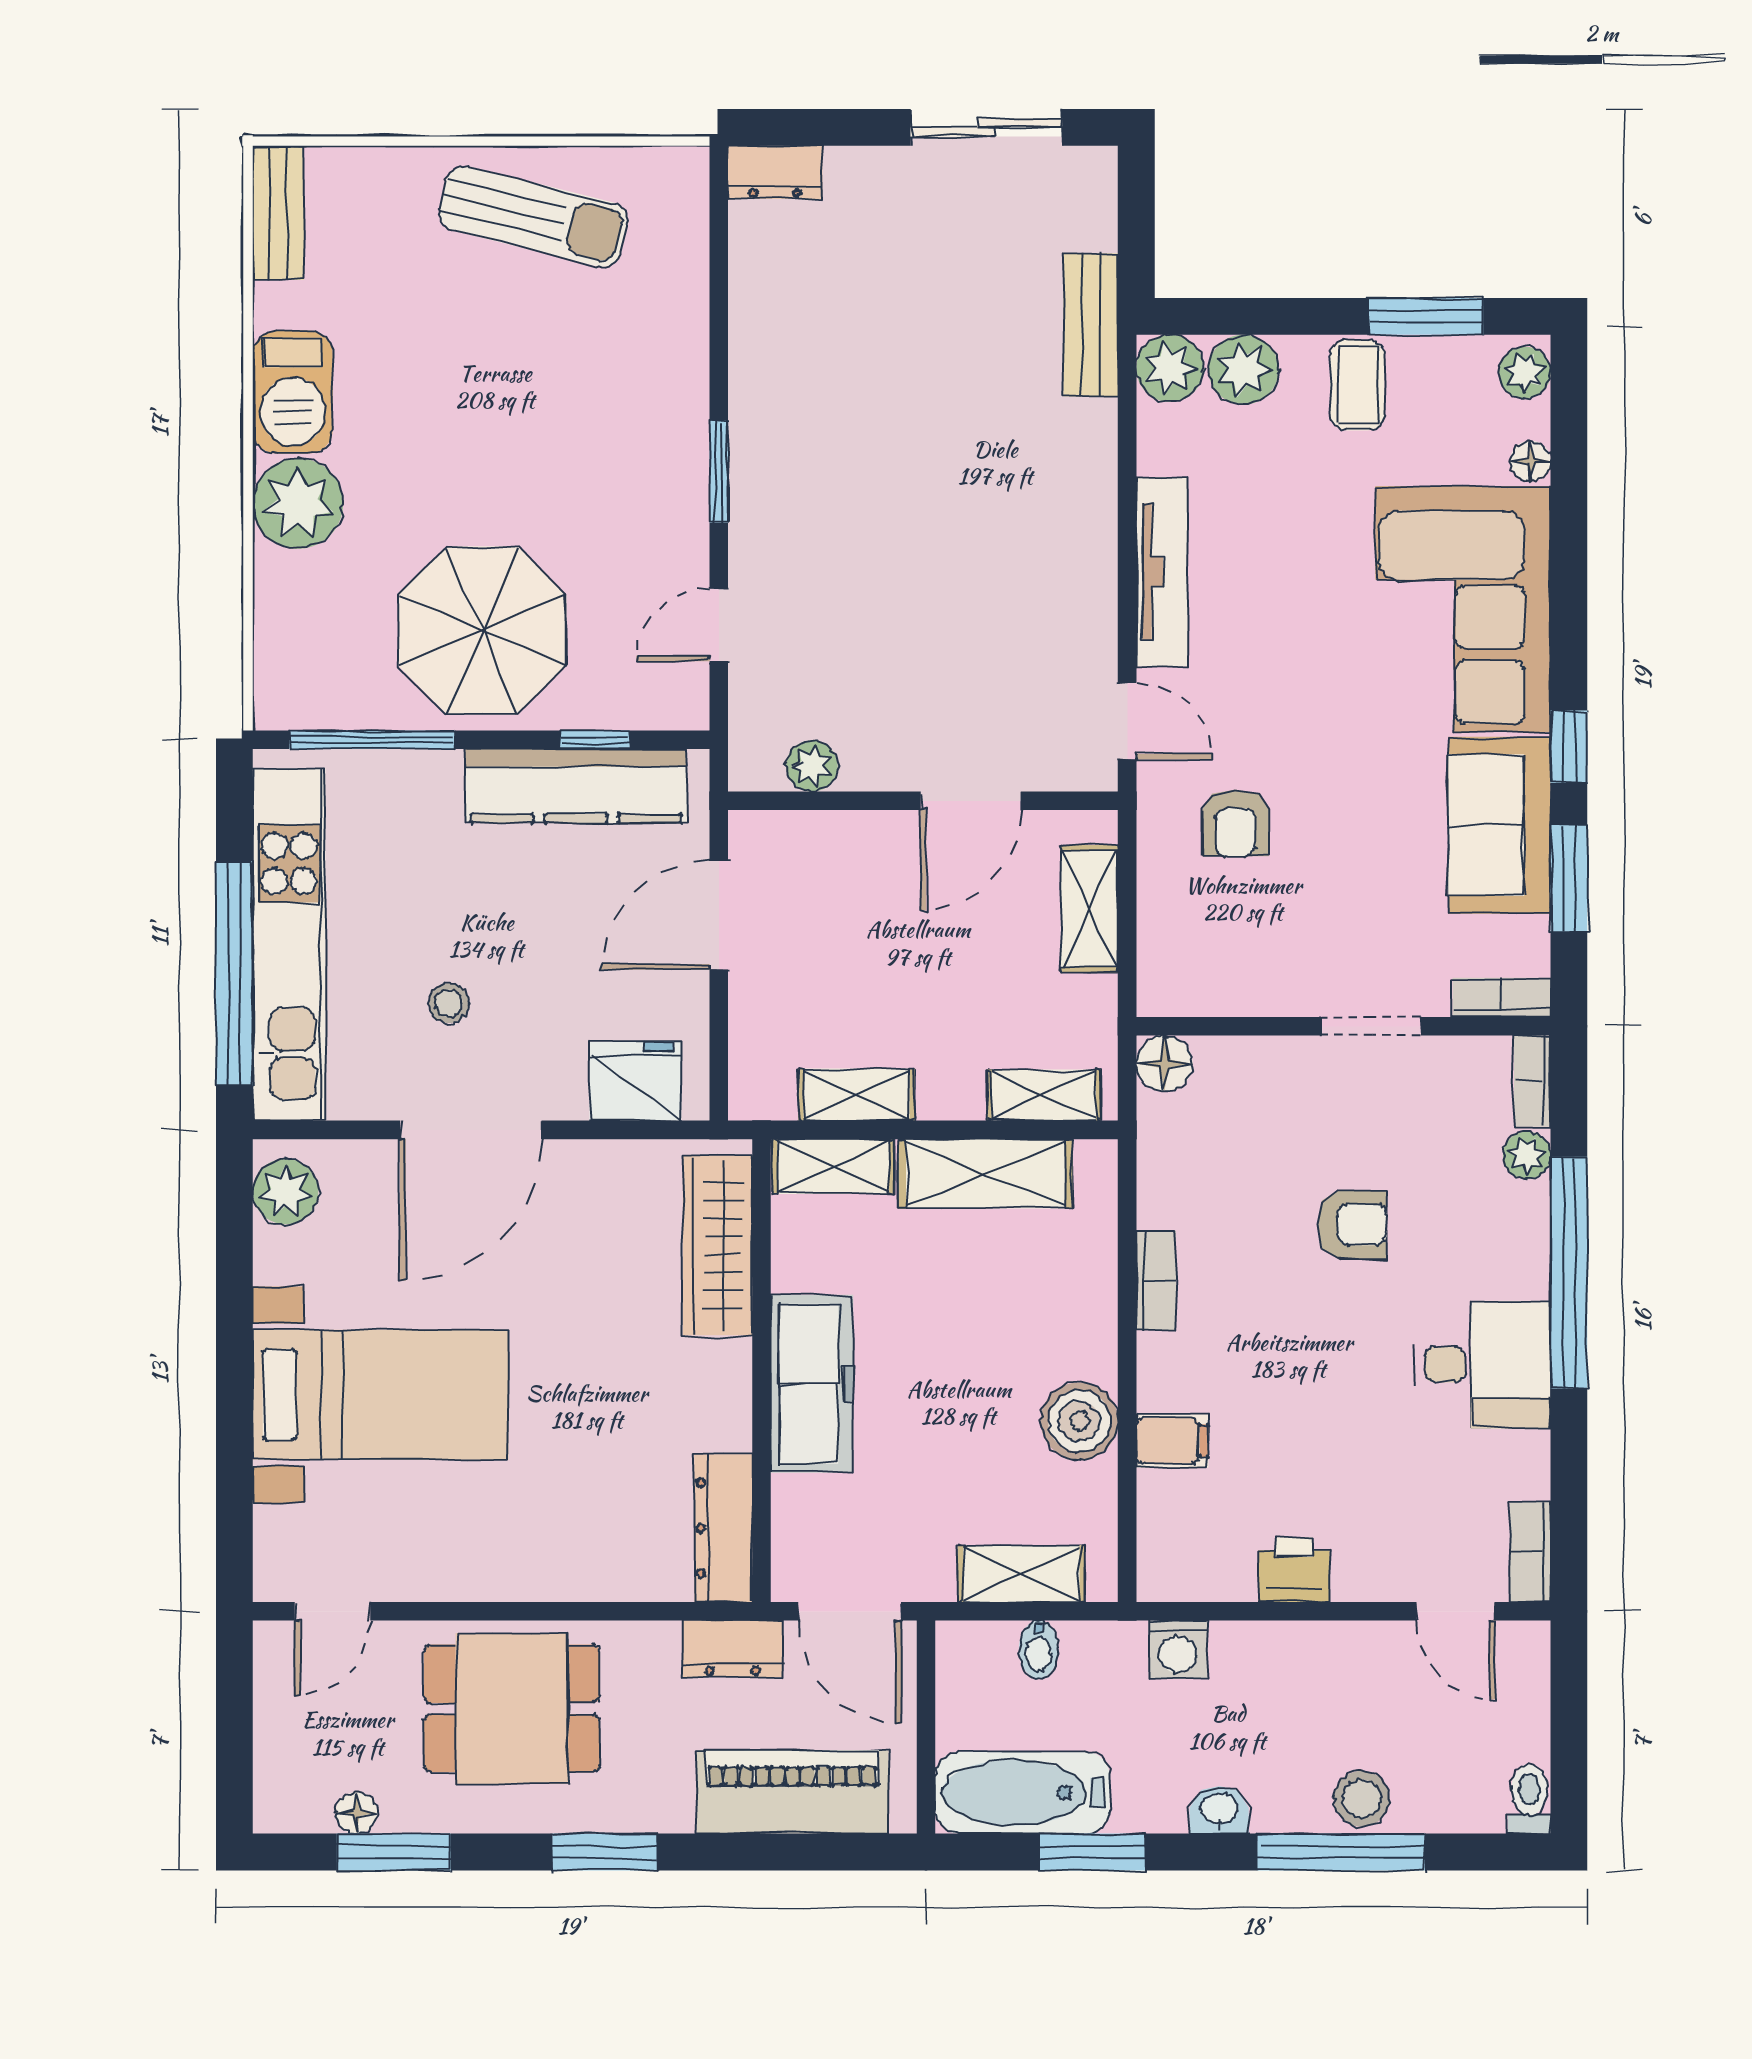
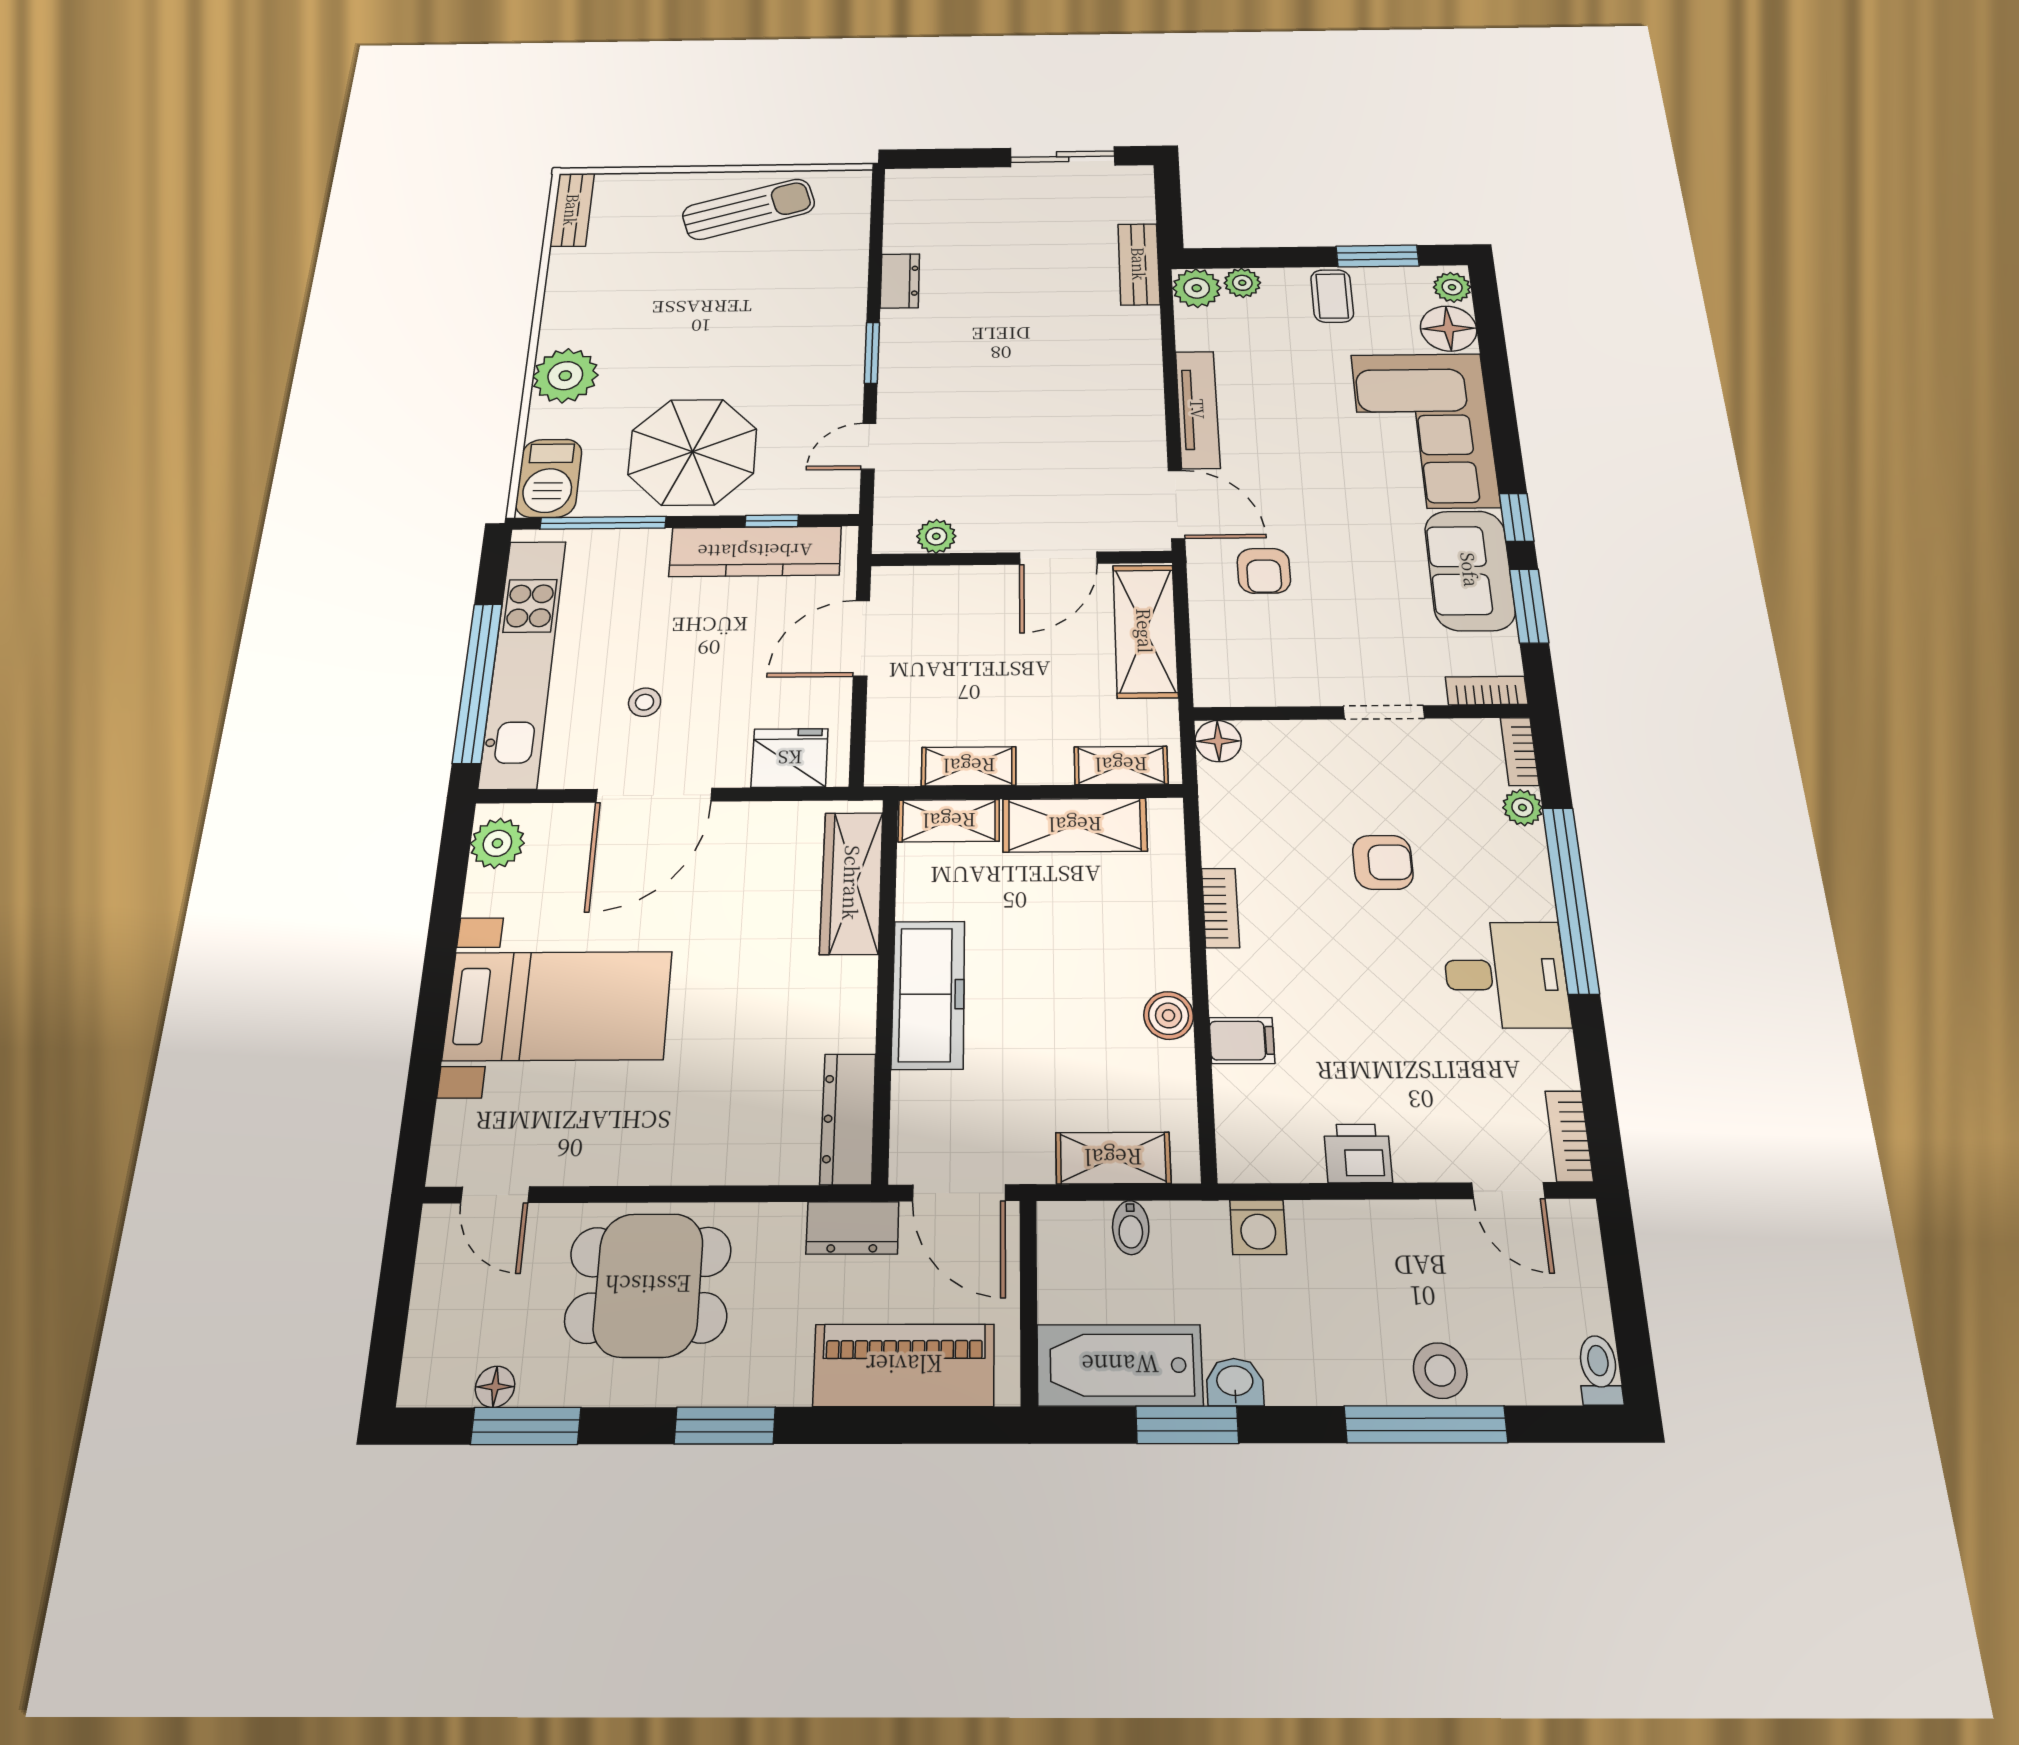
dresser: (775, 172) -> (900, 281), moved, turned -90
sun lounger: (534, 217) -> (749, 209), turned -31
plant: (1244, 370) -> (1242, 283), width x0.73, depth x0.73
barbecue: (293, 392) -> (549, 478), moved
floor lamp: (1530, 461) -> (1449, 329), width x1.89, depth x1.89
door: (1127, 721) -> (1176, 504), width x1.37
shelving: (1089, 909) -> (1145, 631), width x1.50, depth x1.33
boiler: (1079, 1421) -> (1169, 1015), width x0.73, depth x0.73
door: (332, 1611) -> (495, 1195), hinge flipped
washbasin: (1219, 1810) -> (1235, 1382), moved

